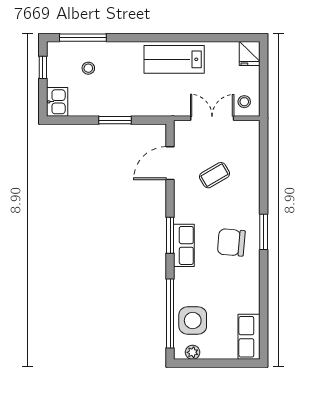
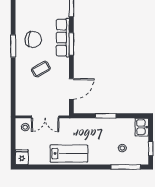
coffee table: (214, 175) -> (41, 69), moved
row of seats: (184, 245) -> (63, 38), width x1.48

